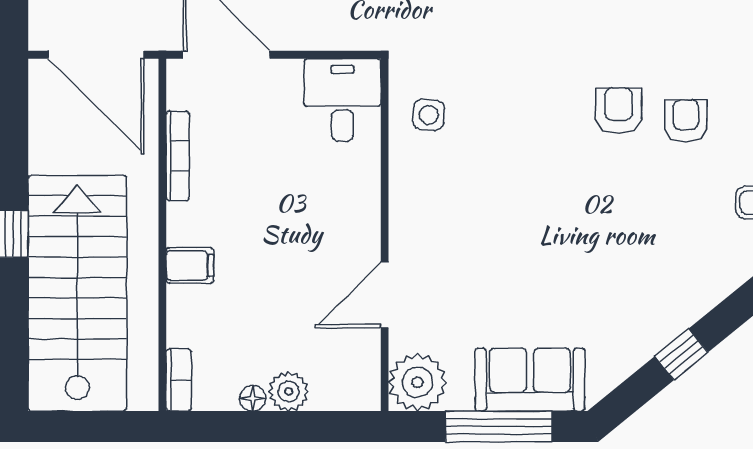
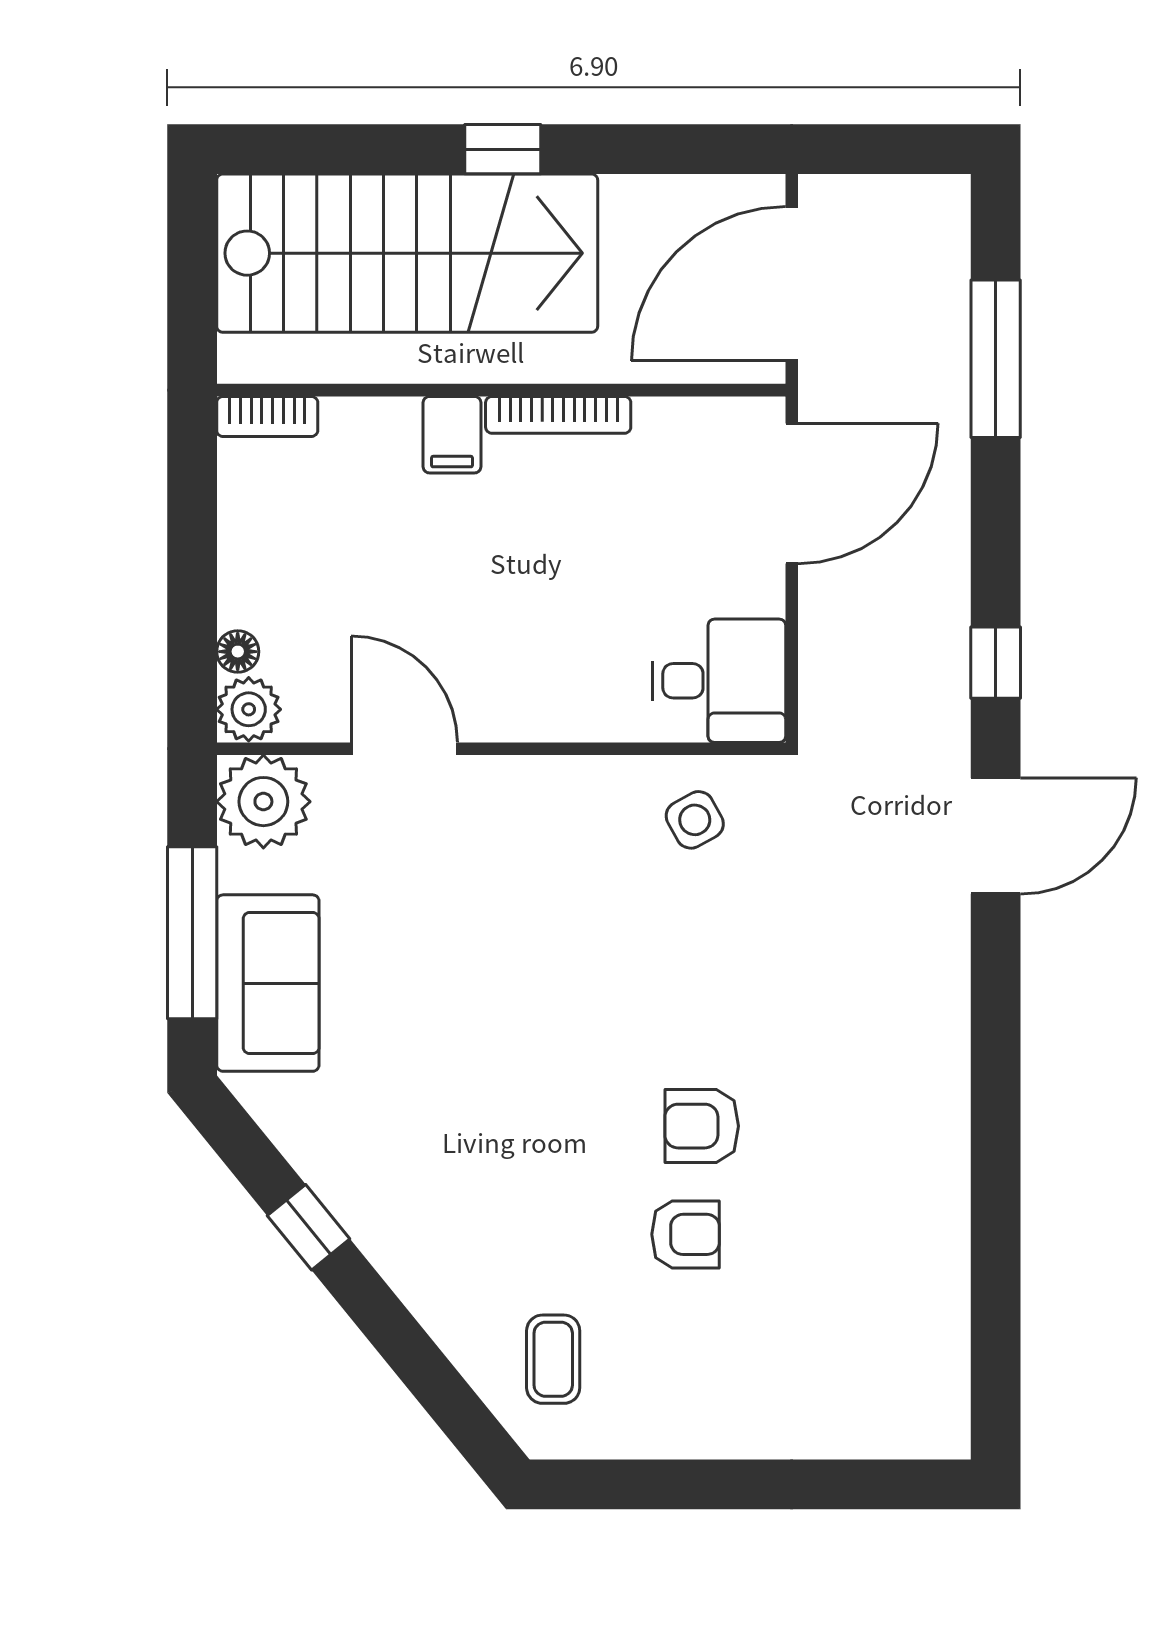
armchair: (619, 111) -> (702, 1126), turned 180
side table: (429, 115) -> (695, 820), turned -33
bookcase: (178, 156) -> (558, 415), moved
plant: (289, 391) -> (249, 709), moved
floor lamp: (253, 398) -> (238, 652), moved

